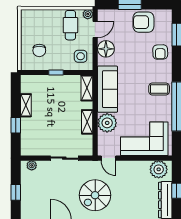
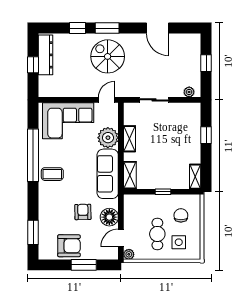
cafe table: (70, 25) -> (157, 234), moved
armchair: (160, 52) -> (83, 212), moved
side table: (81, 56) -> (179, 242), moved
shelving: (26, 105) -> (195, 177), moved
door: (108, 158) -> (107, 100), hinge flipped
plant: (159, 169) -> (53, 88), removed
spiral stairs: (95, 195) -> (108, 56), moved, turned -90

